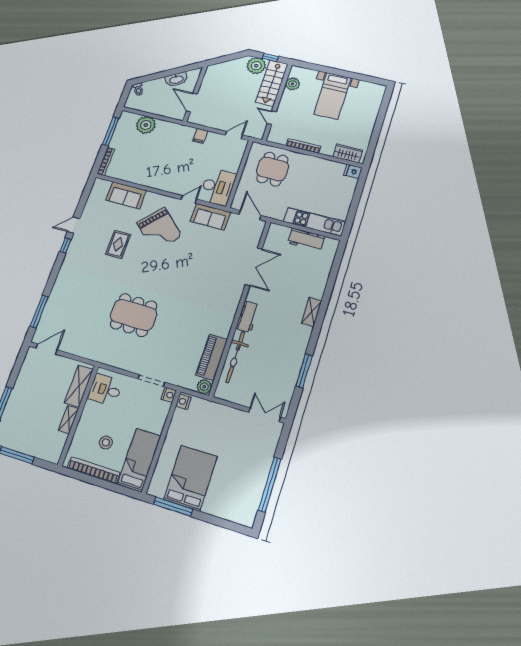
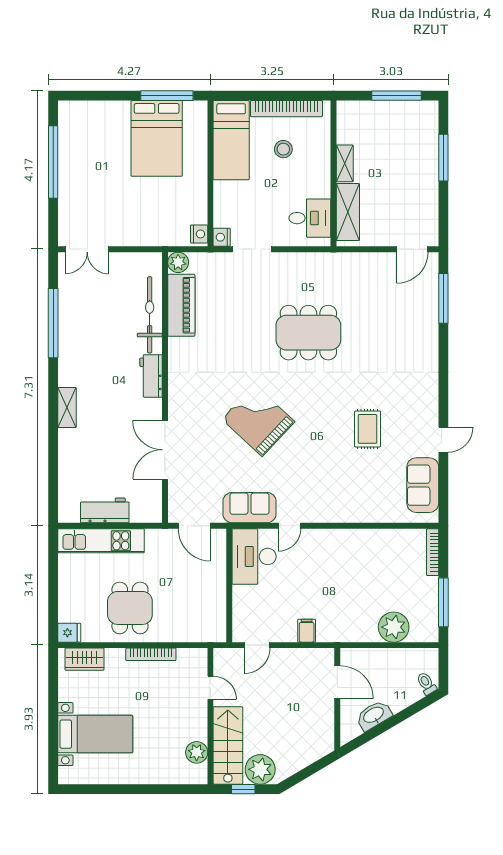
bed with nightstands: (332, 96) -> (95, 734), moved, turned 90
dining table: (273, 169) -> (130, 608), moved
sofa: (126, 195) -> (423, 485), moved, turned -90
grand piano: (159, 229) -> (258, 420), moved
window: (65, 245) -> (443, 406), removed
window: (304, 371) -> (53, 323), width x1.46

